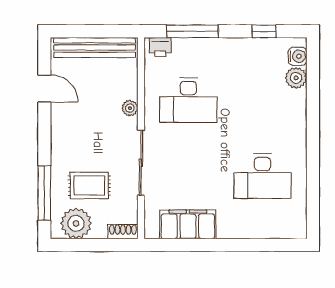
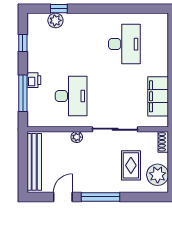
printer: (160, 47) -> (34, 80), moved
water cooler: (297, 56) -> (40, 19), removed
window: (313, 83) -> (59, 9), added
window: (44, 193) -> (100, 197), moved

